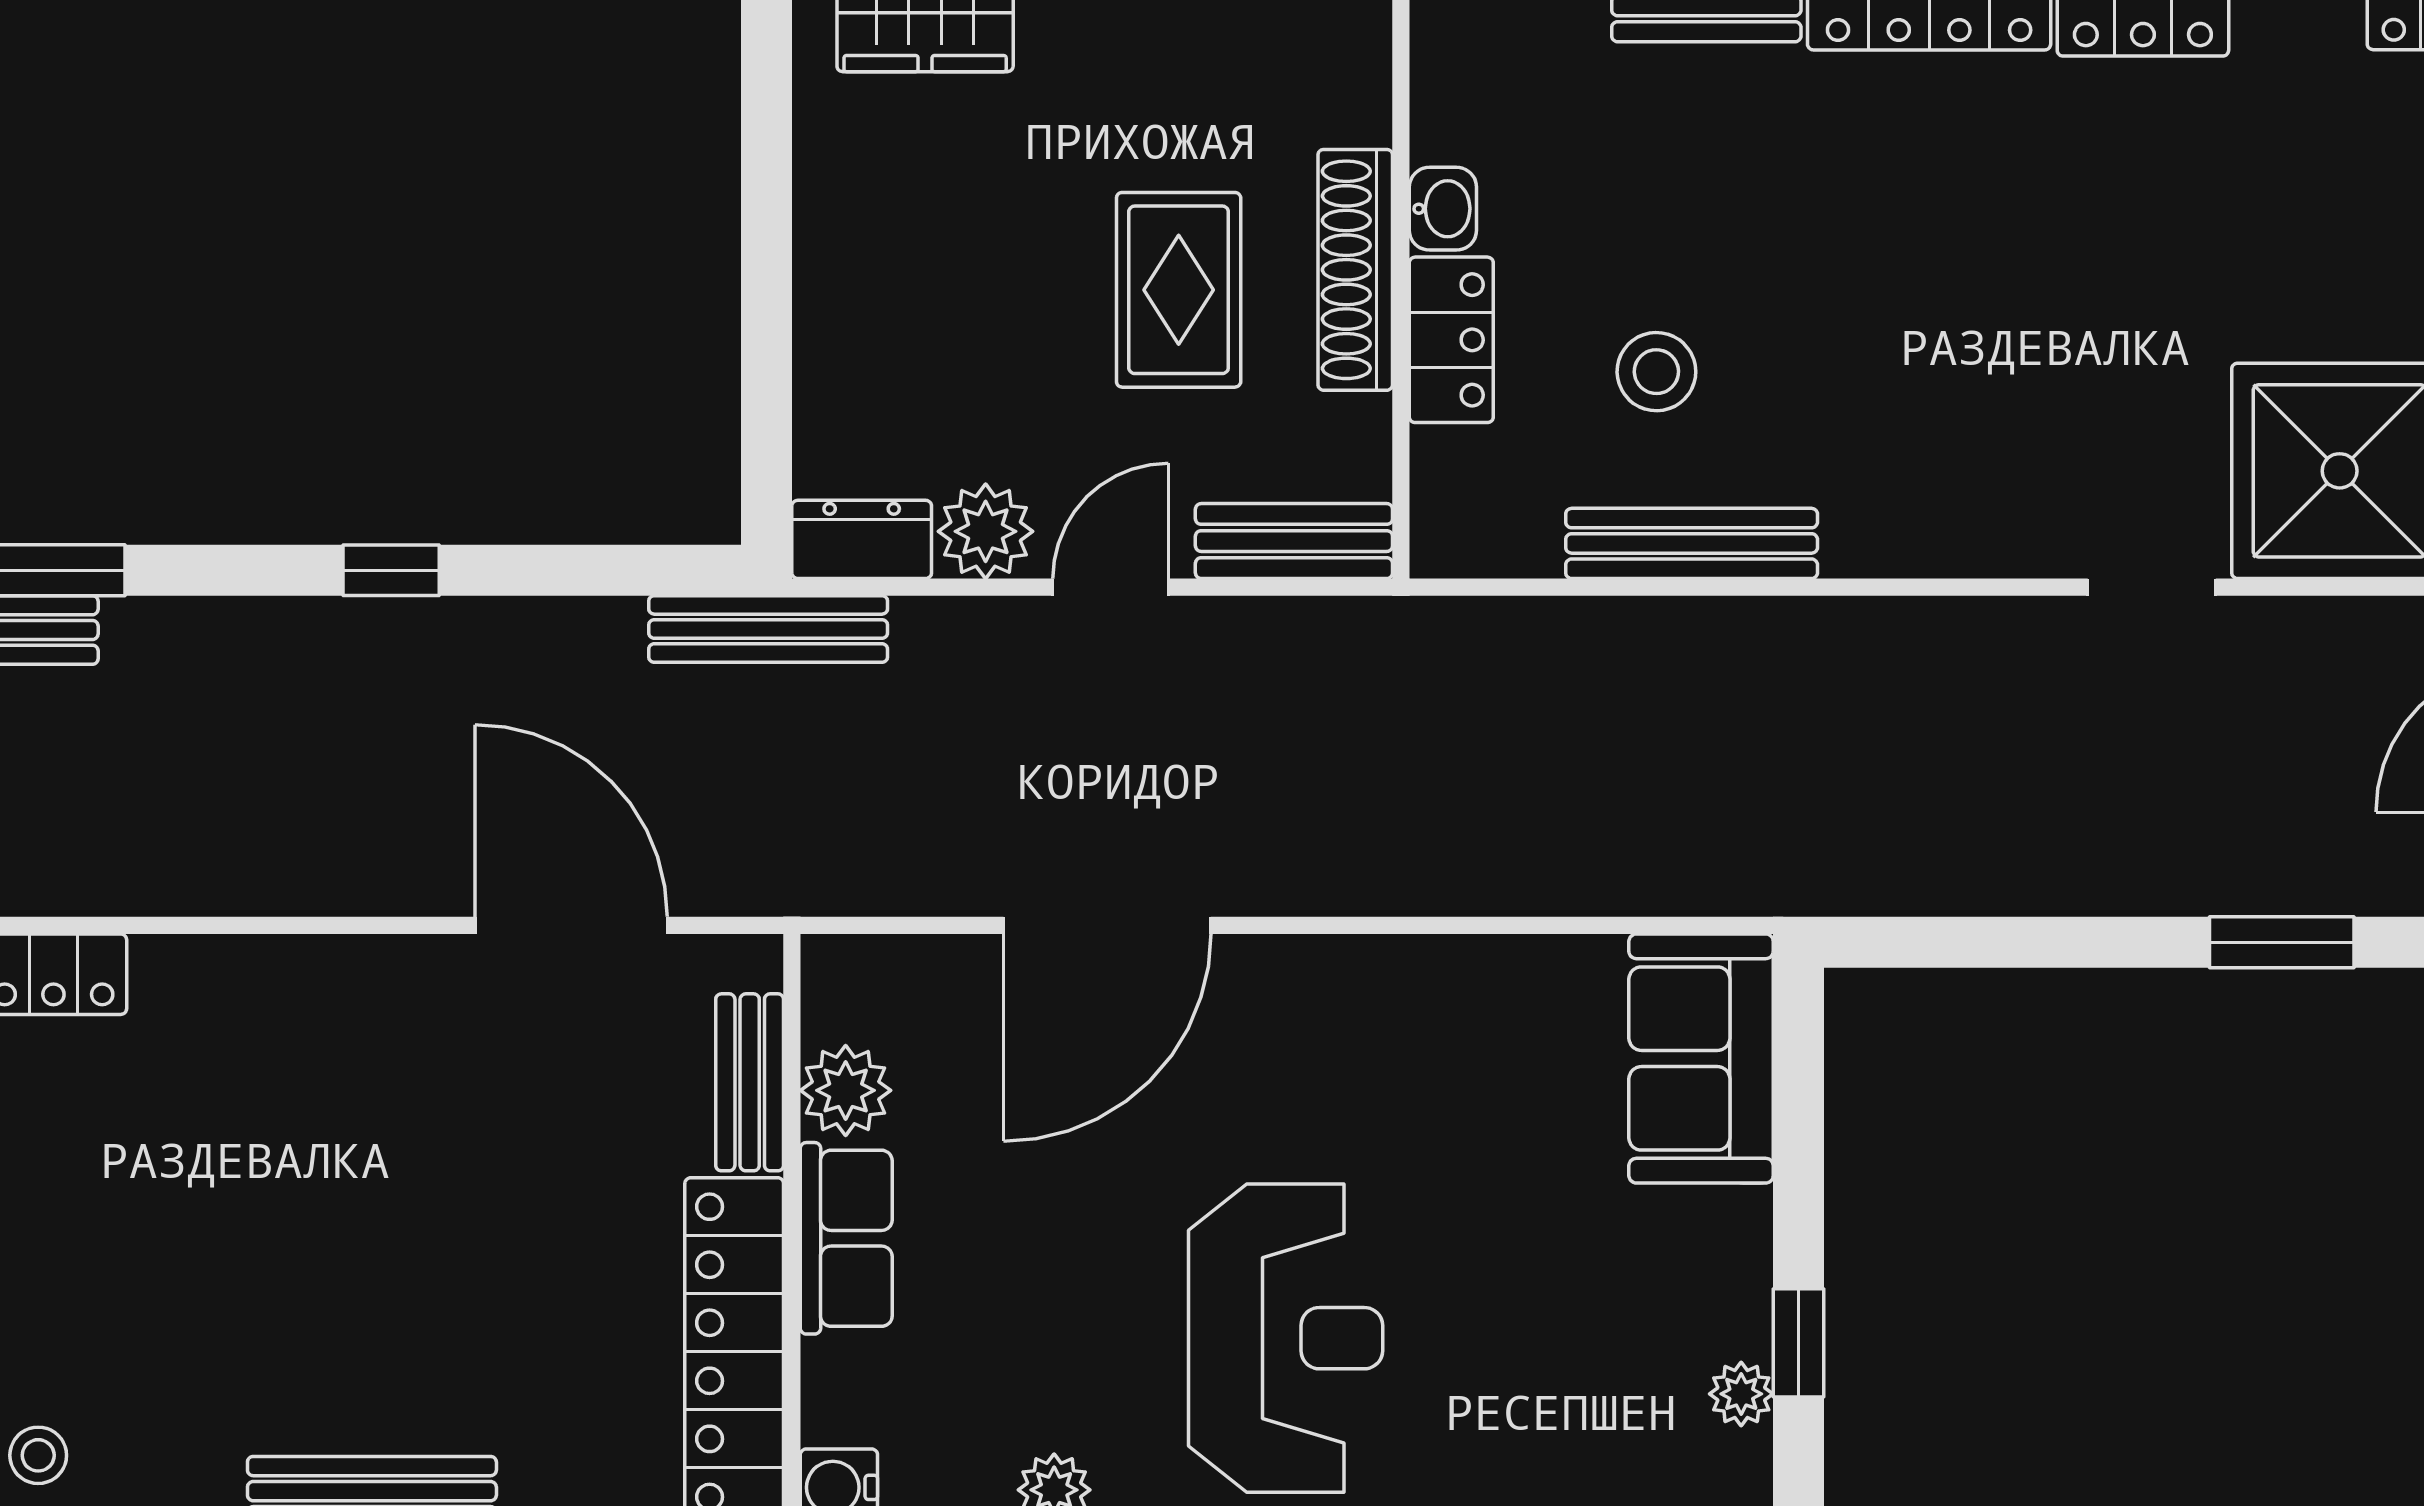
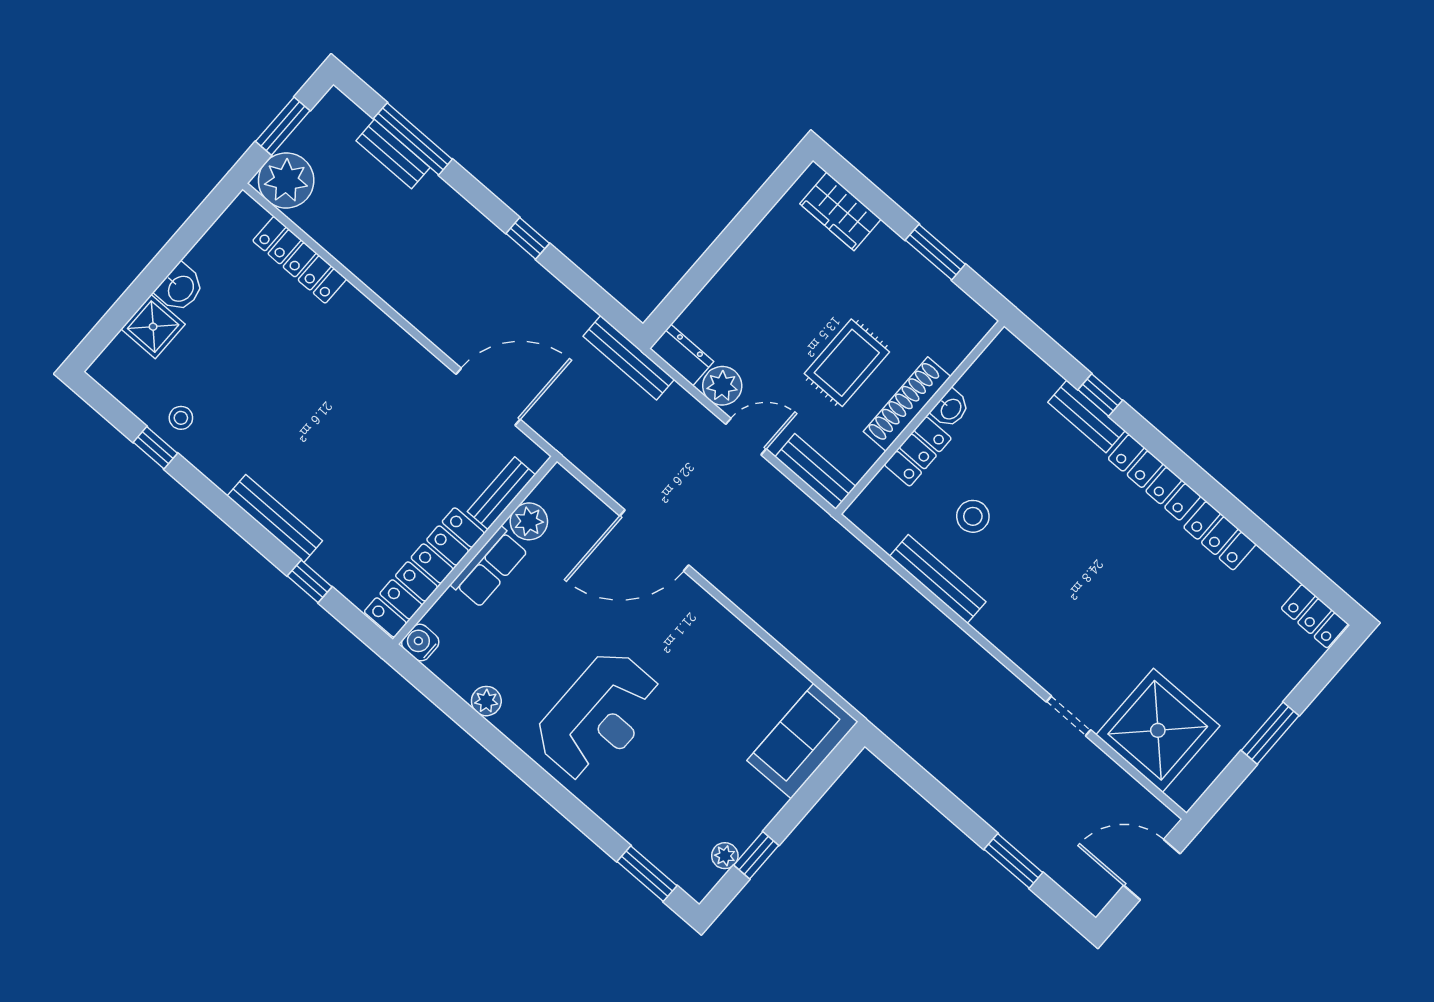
door: (571, 925) -> (488, 397), hinge flipped

